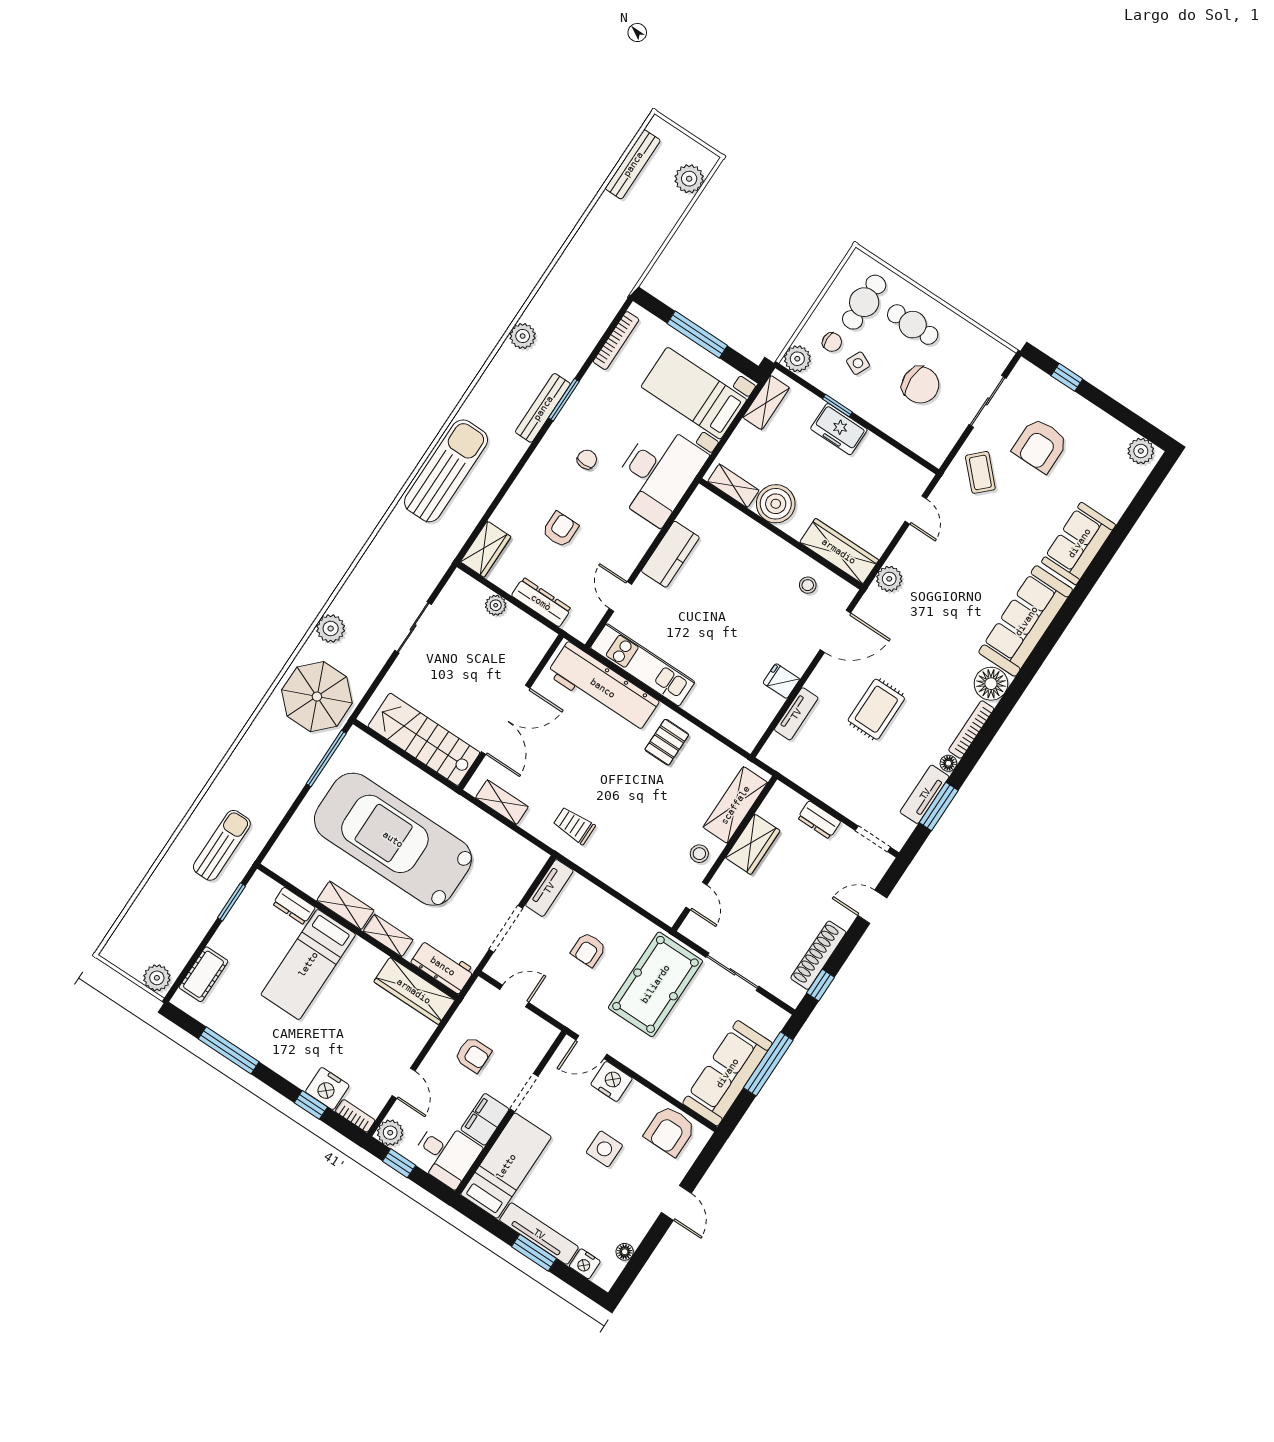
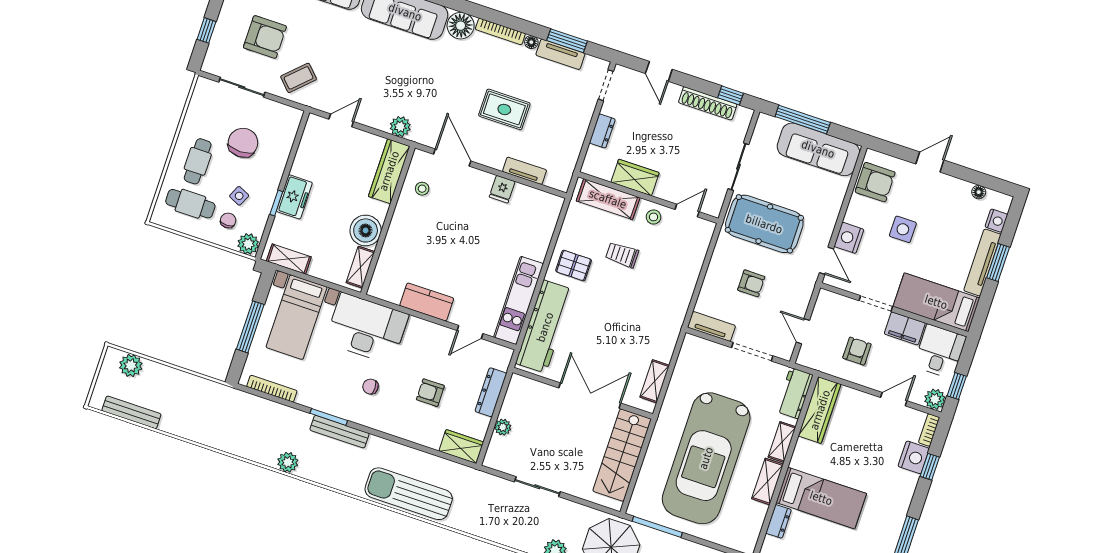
trolley: (574, 825) -> (622, 255), moved, turned 90

